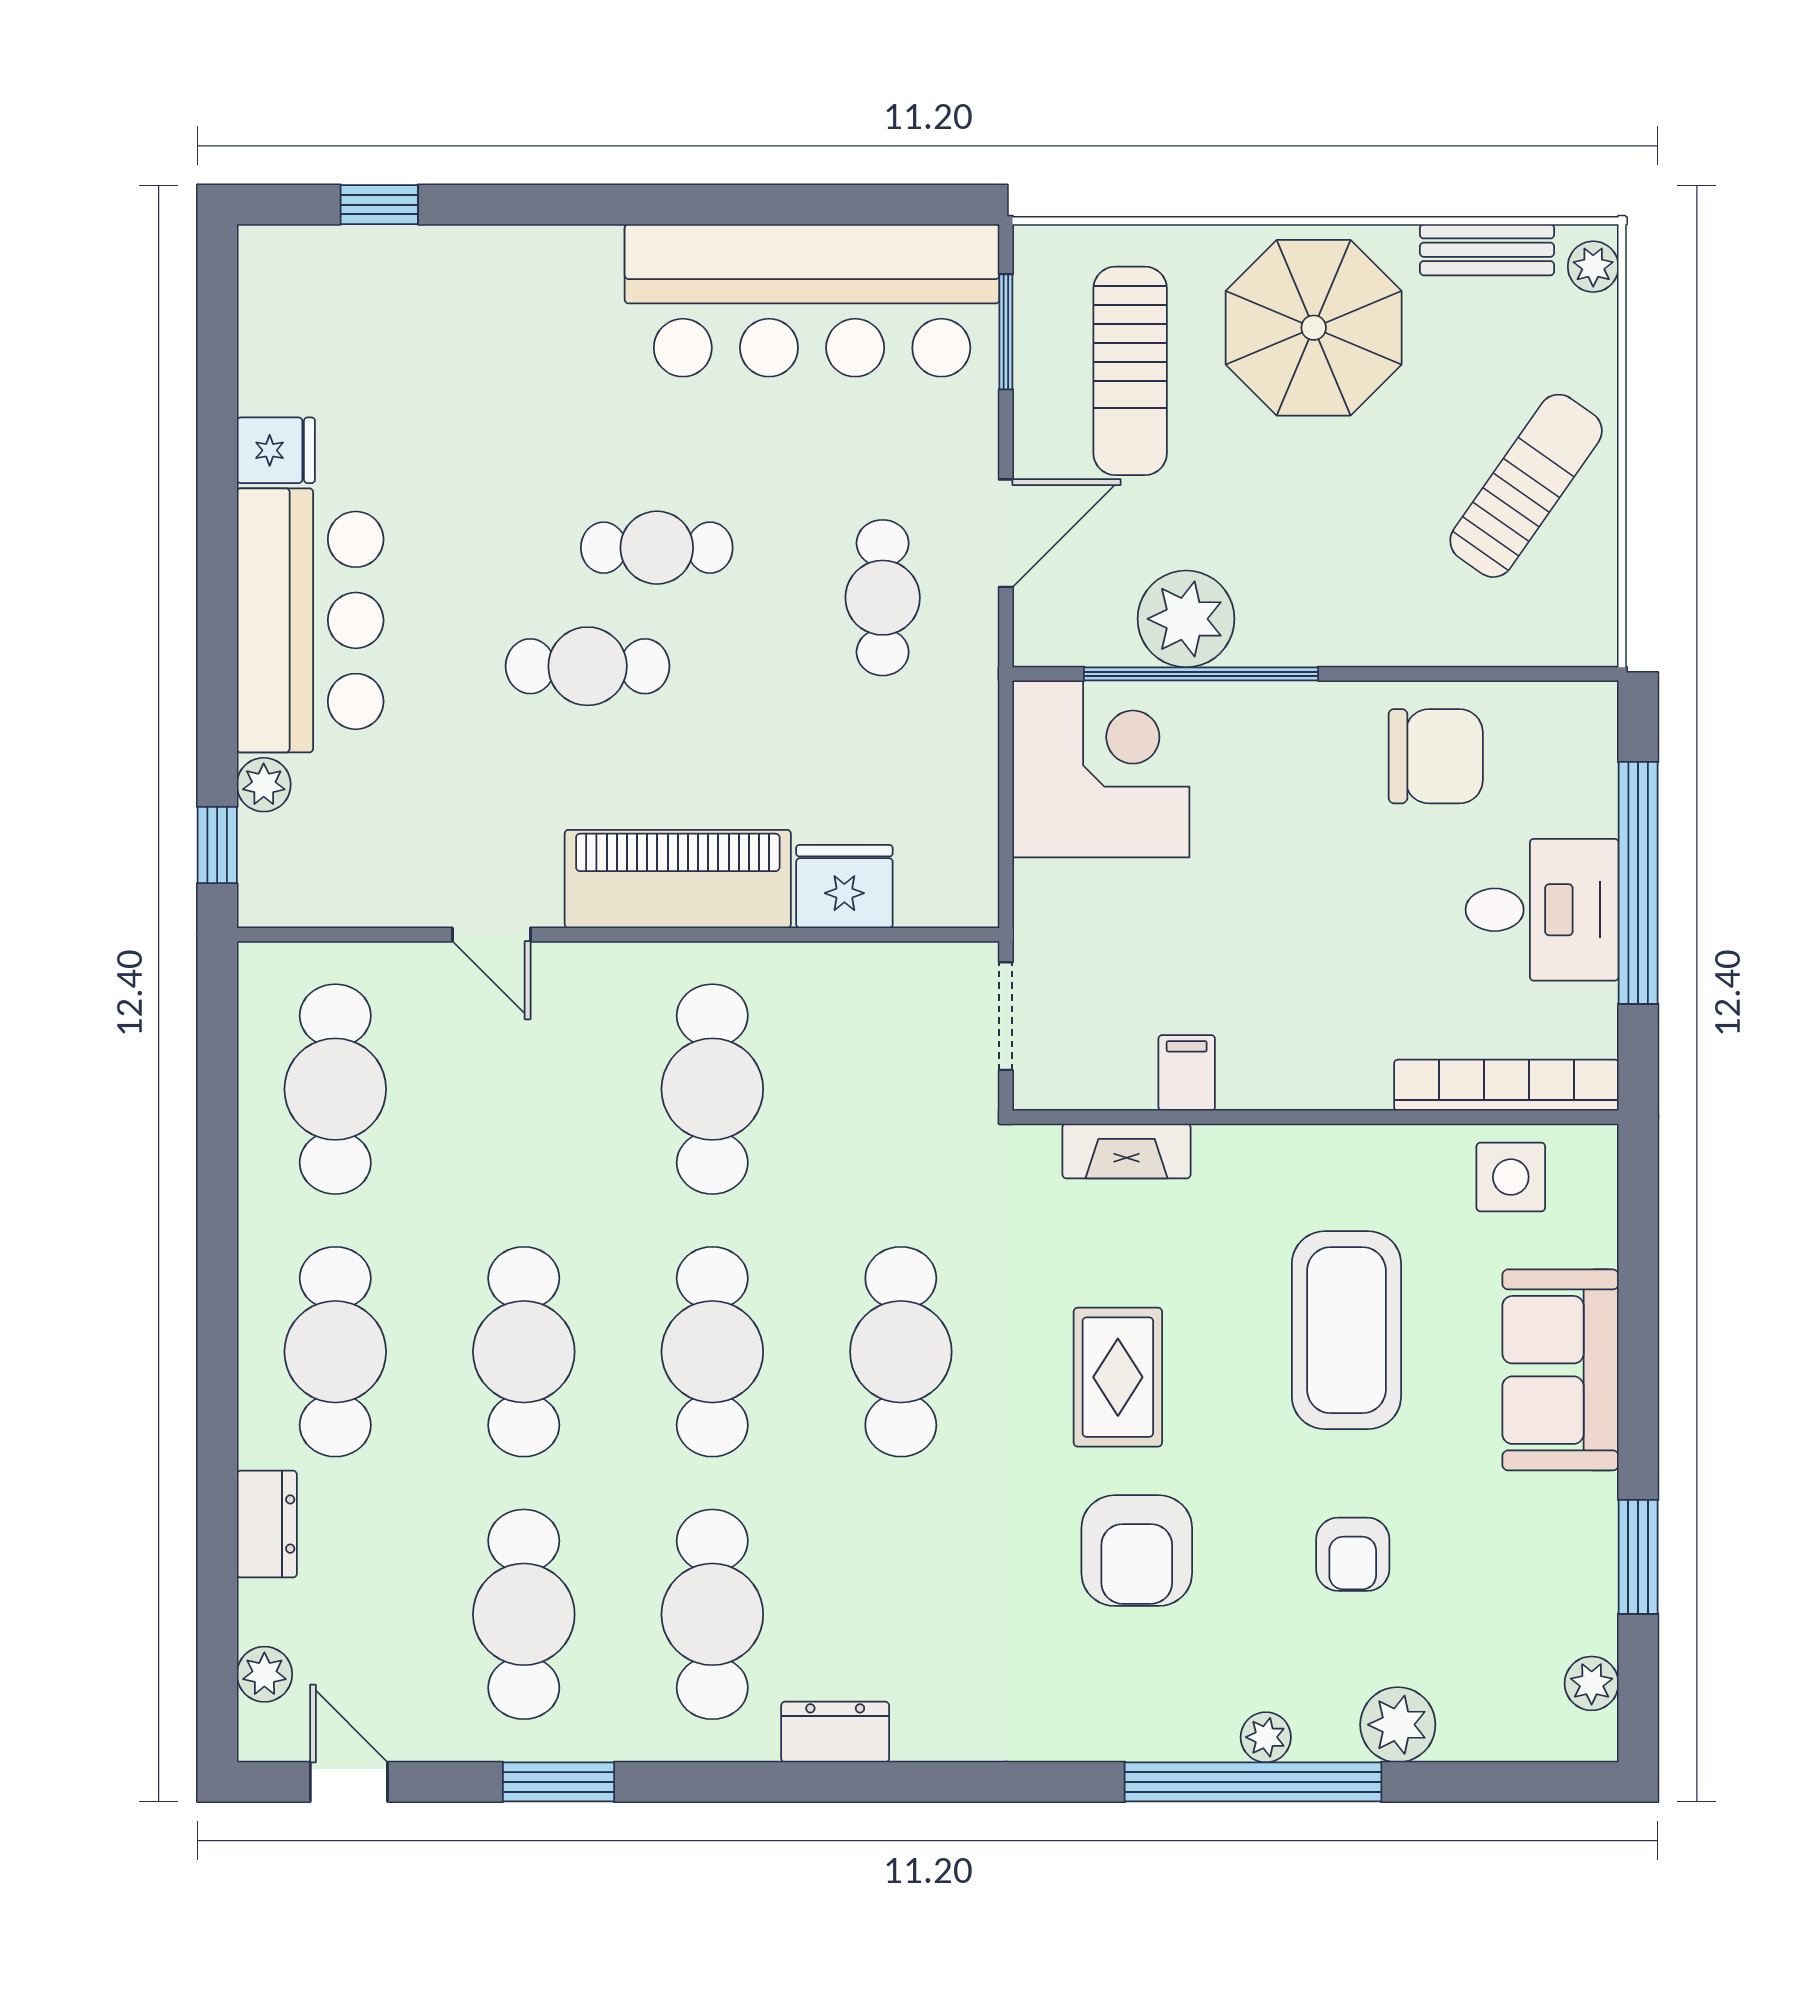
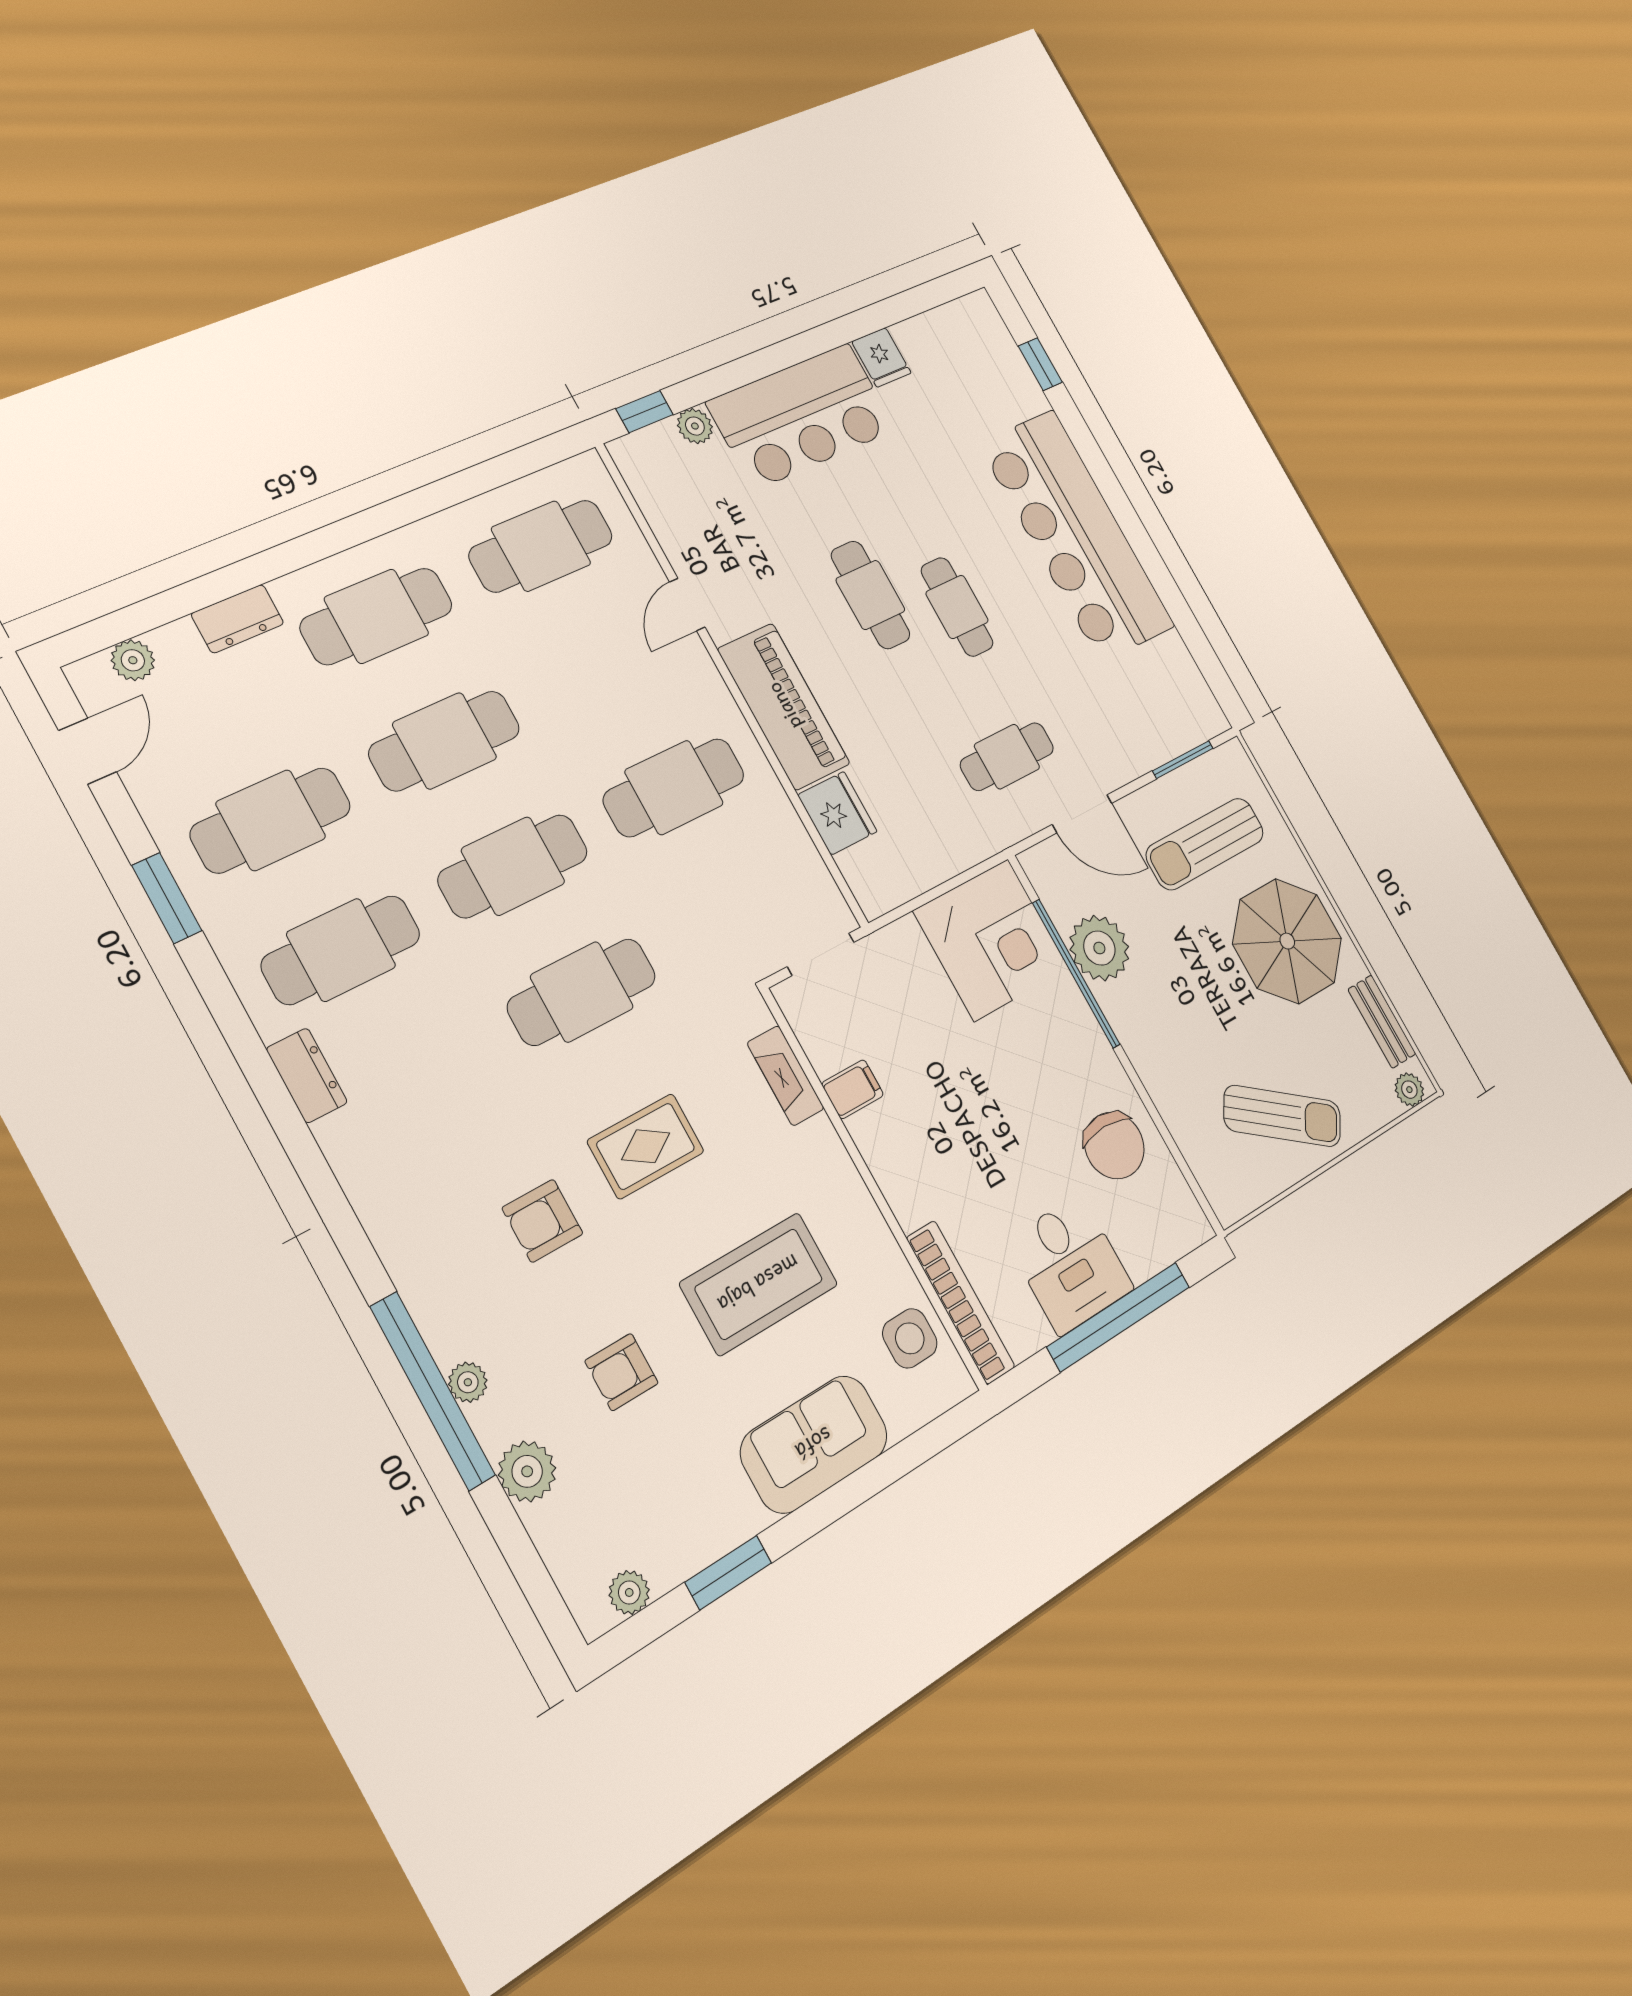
bar counter: (812, 300) -> (1077, 535), moved
armchair: (1137, 1551) -> (542, 1221), width x0.72, depth x0.72

